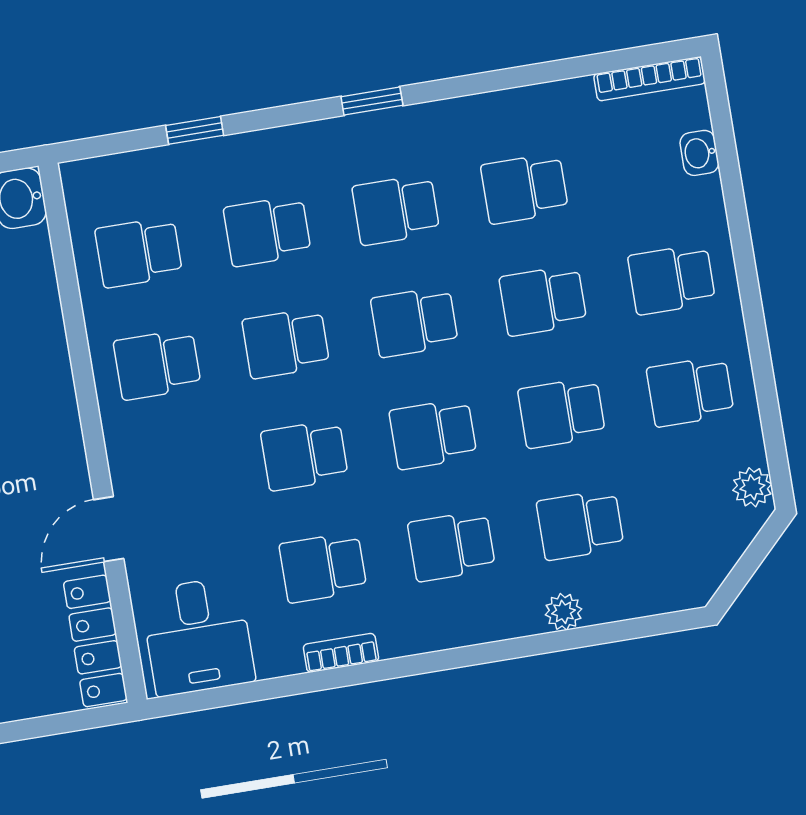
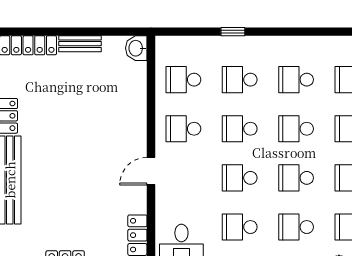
window: (372, 101) -> (294, 32), removed
window: (195, 130) -> (233, 32), moved
door: (109, 529) -> (151, 171), moved

